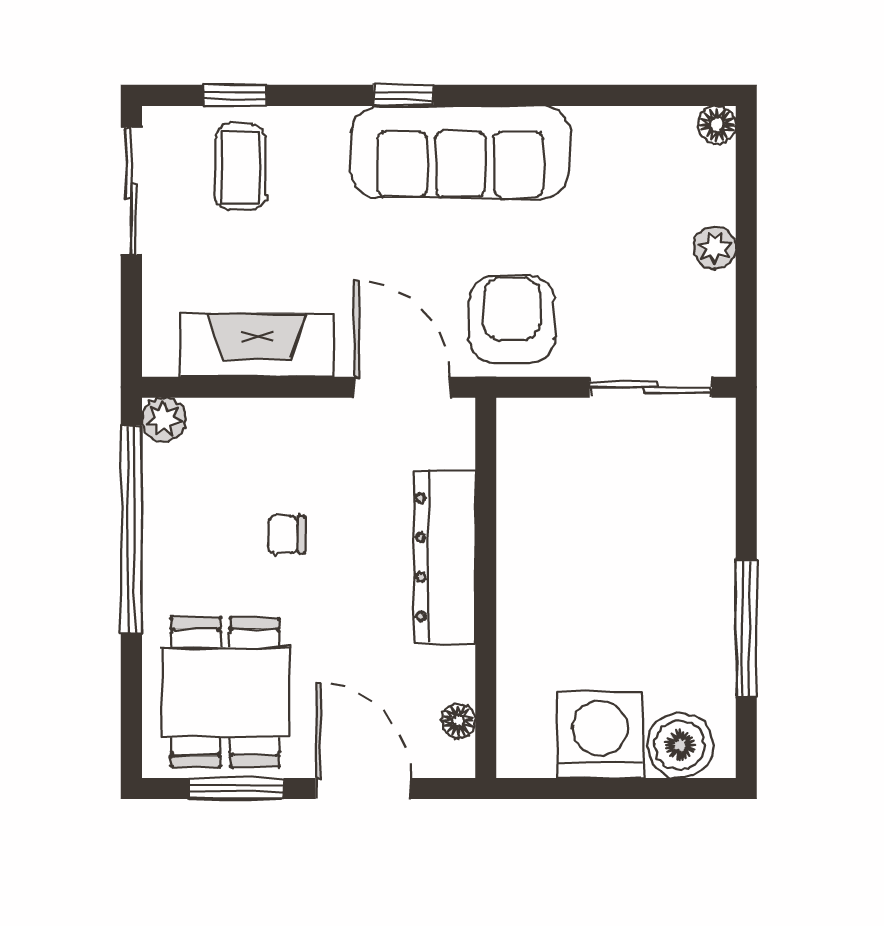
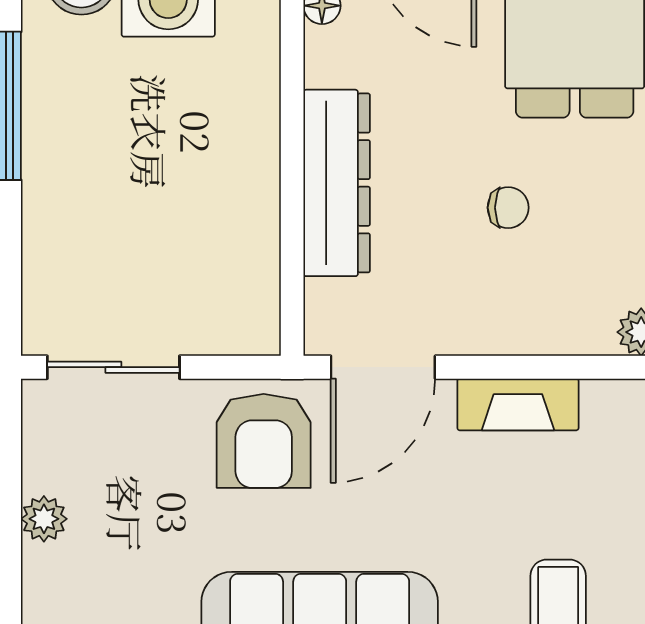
fireplace: (257, 345) -> (518, 404), width x0.73, depth x0.76
door: (402, 387) -> (383, 367), hinge flipped

